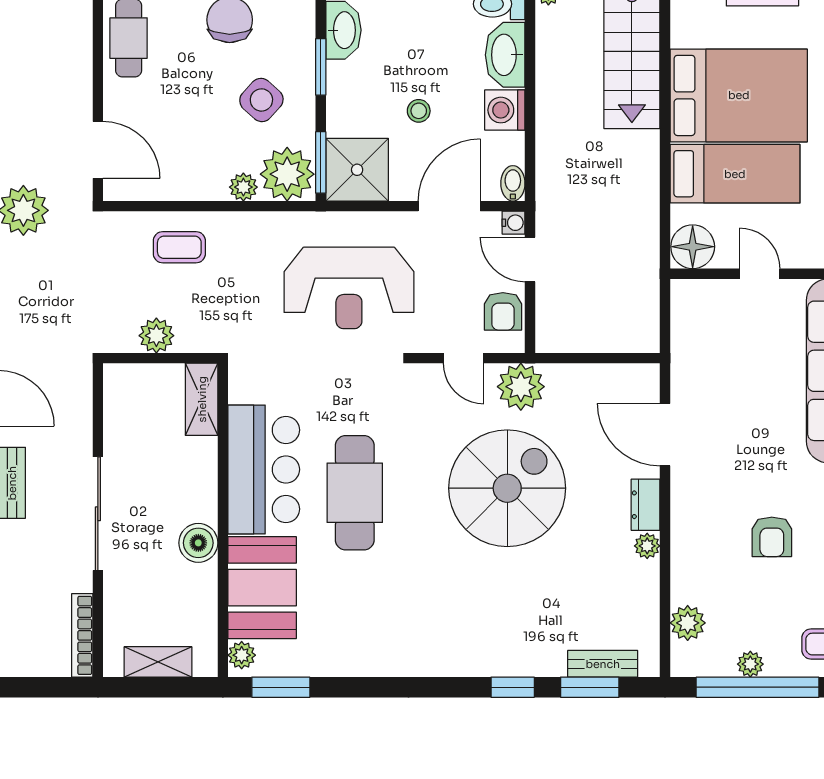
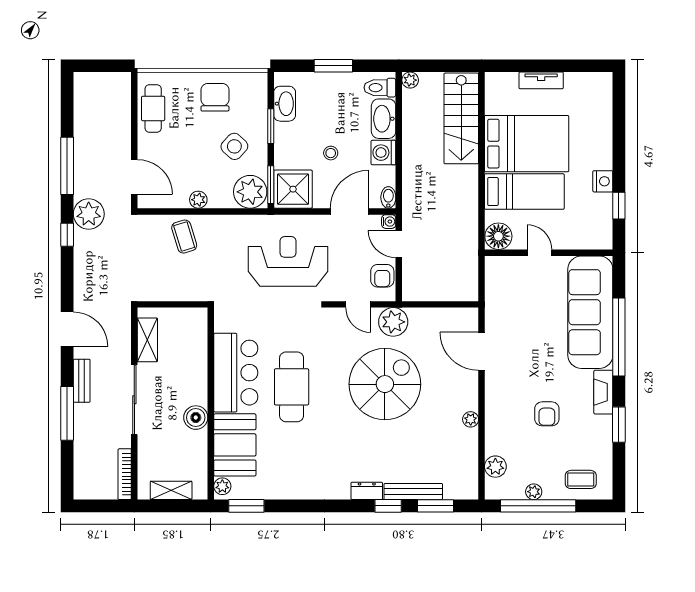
plant: (243, 187) -> (198, 200), moved
coffee table: (179, 247) -> (184, 237), turned 73
reception desk: (349, 288) -> (288, 261), turned 180
plant: (156, 336) -> (170, 291), removed
shelving: (202, 399) -> (147, 340), moved
dresser: (646, 505) -> (367, 491), moved, turned 90
bench: (603, 664) -> (413, 492), moved, width x1.36

